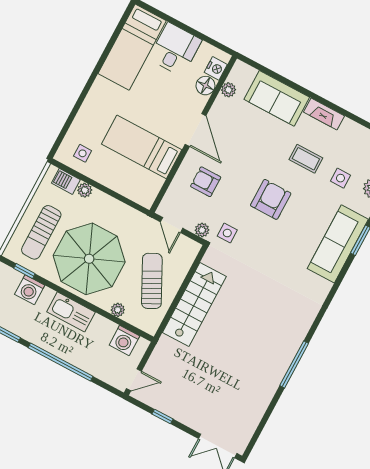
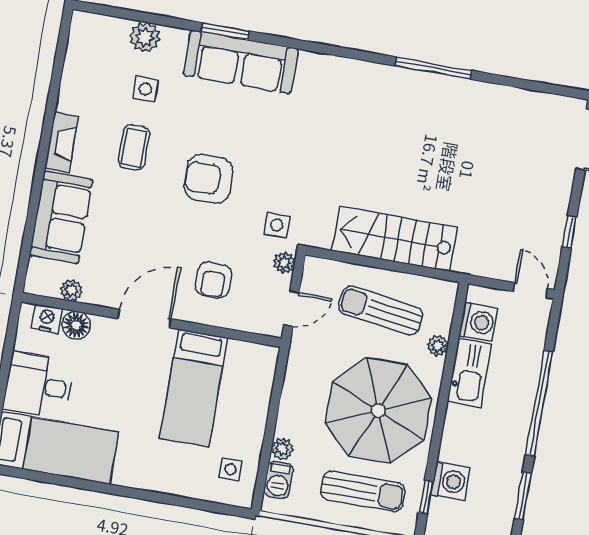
sun lounger: (152, 281) -> (381, 311), turned 35
kitchen sink: (71, 312) -> (469, 373), moved

